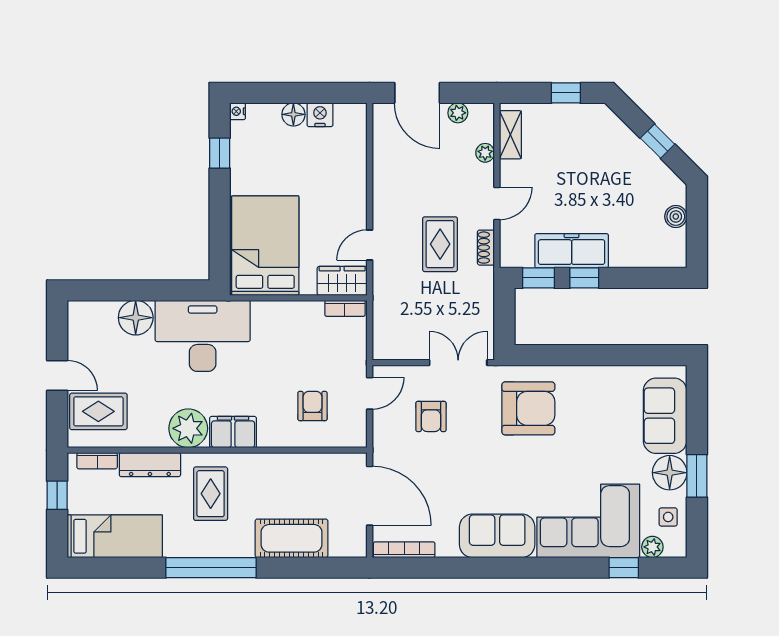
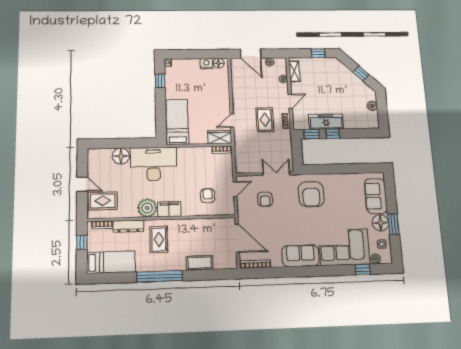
floor lamp: (293, 114) -> (219, 63), moved
bed: (265, 246) -> (177, 122), width x0.67
armchair: (528, 408) -> (311, 194), turned 90
cot: (292, 538) -> (200, 263), width x0.73, depth x0.75

